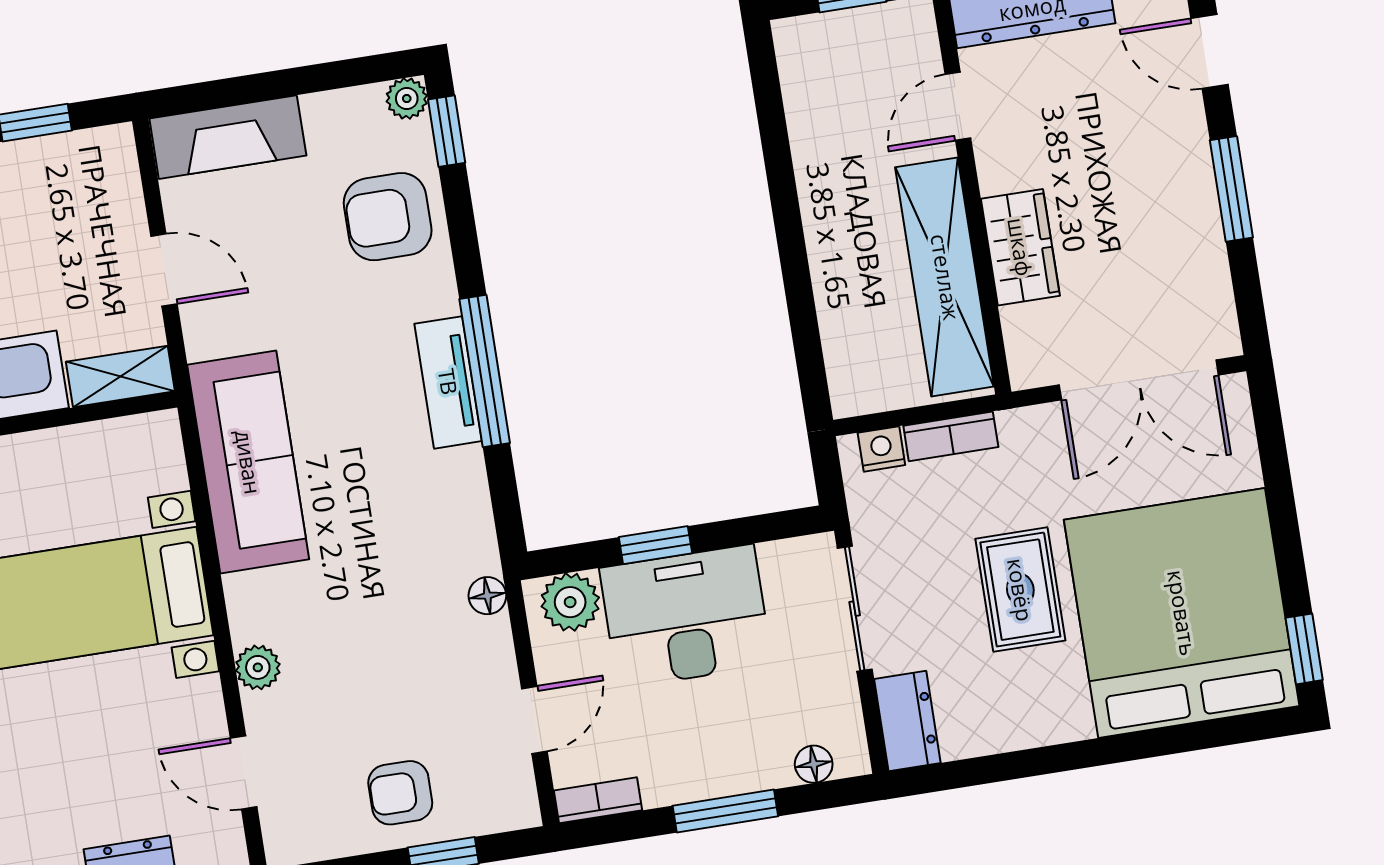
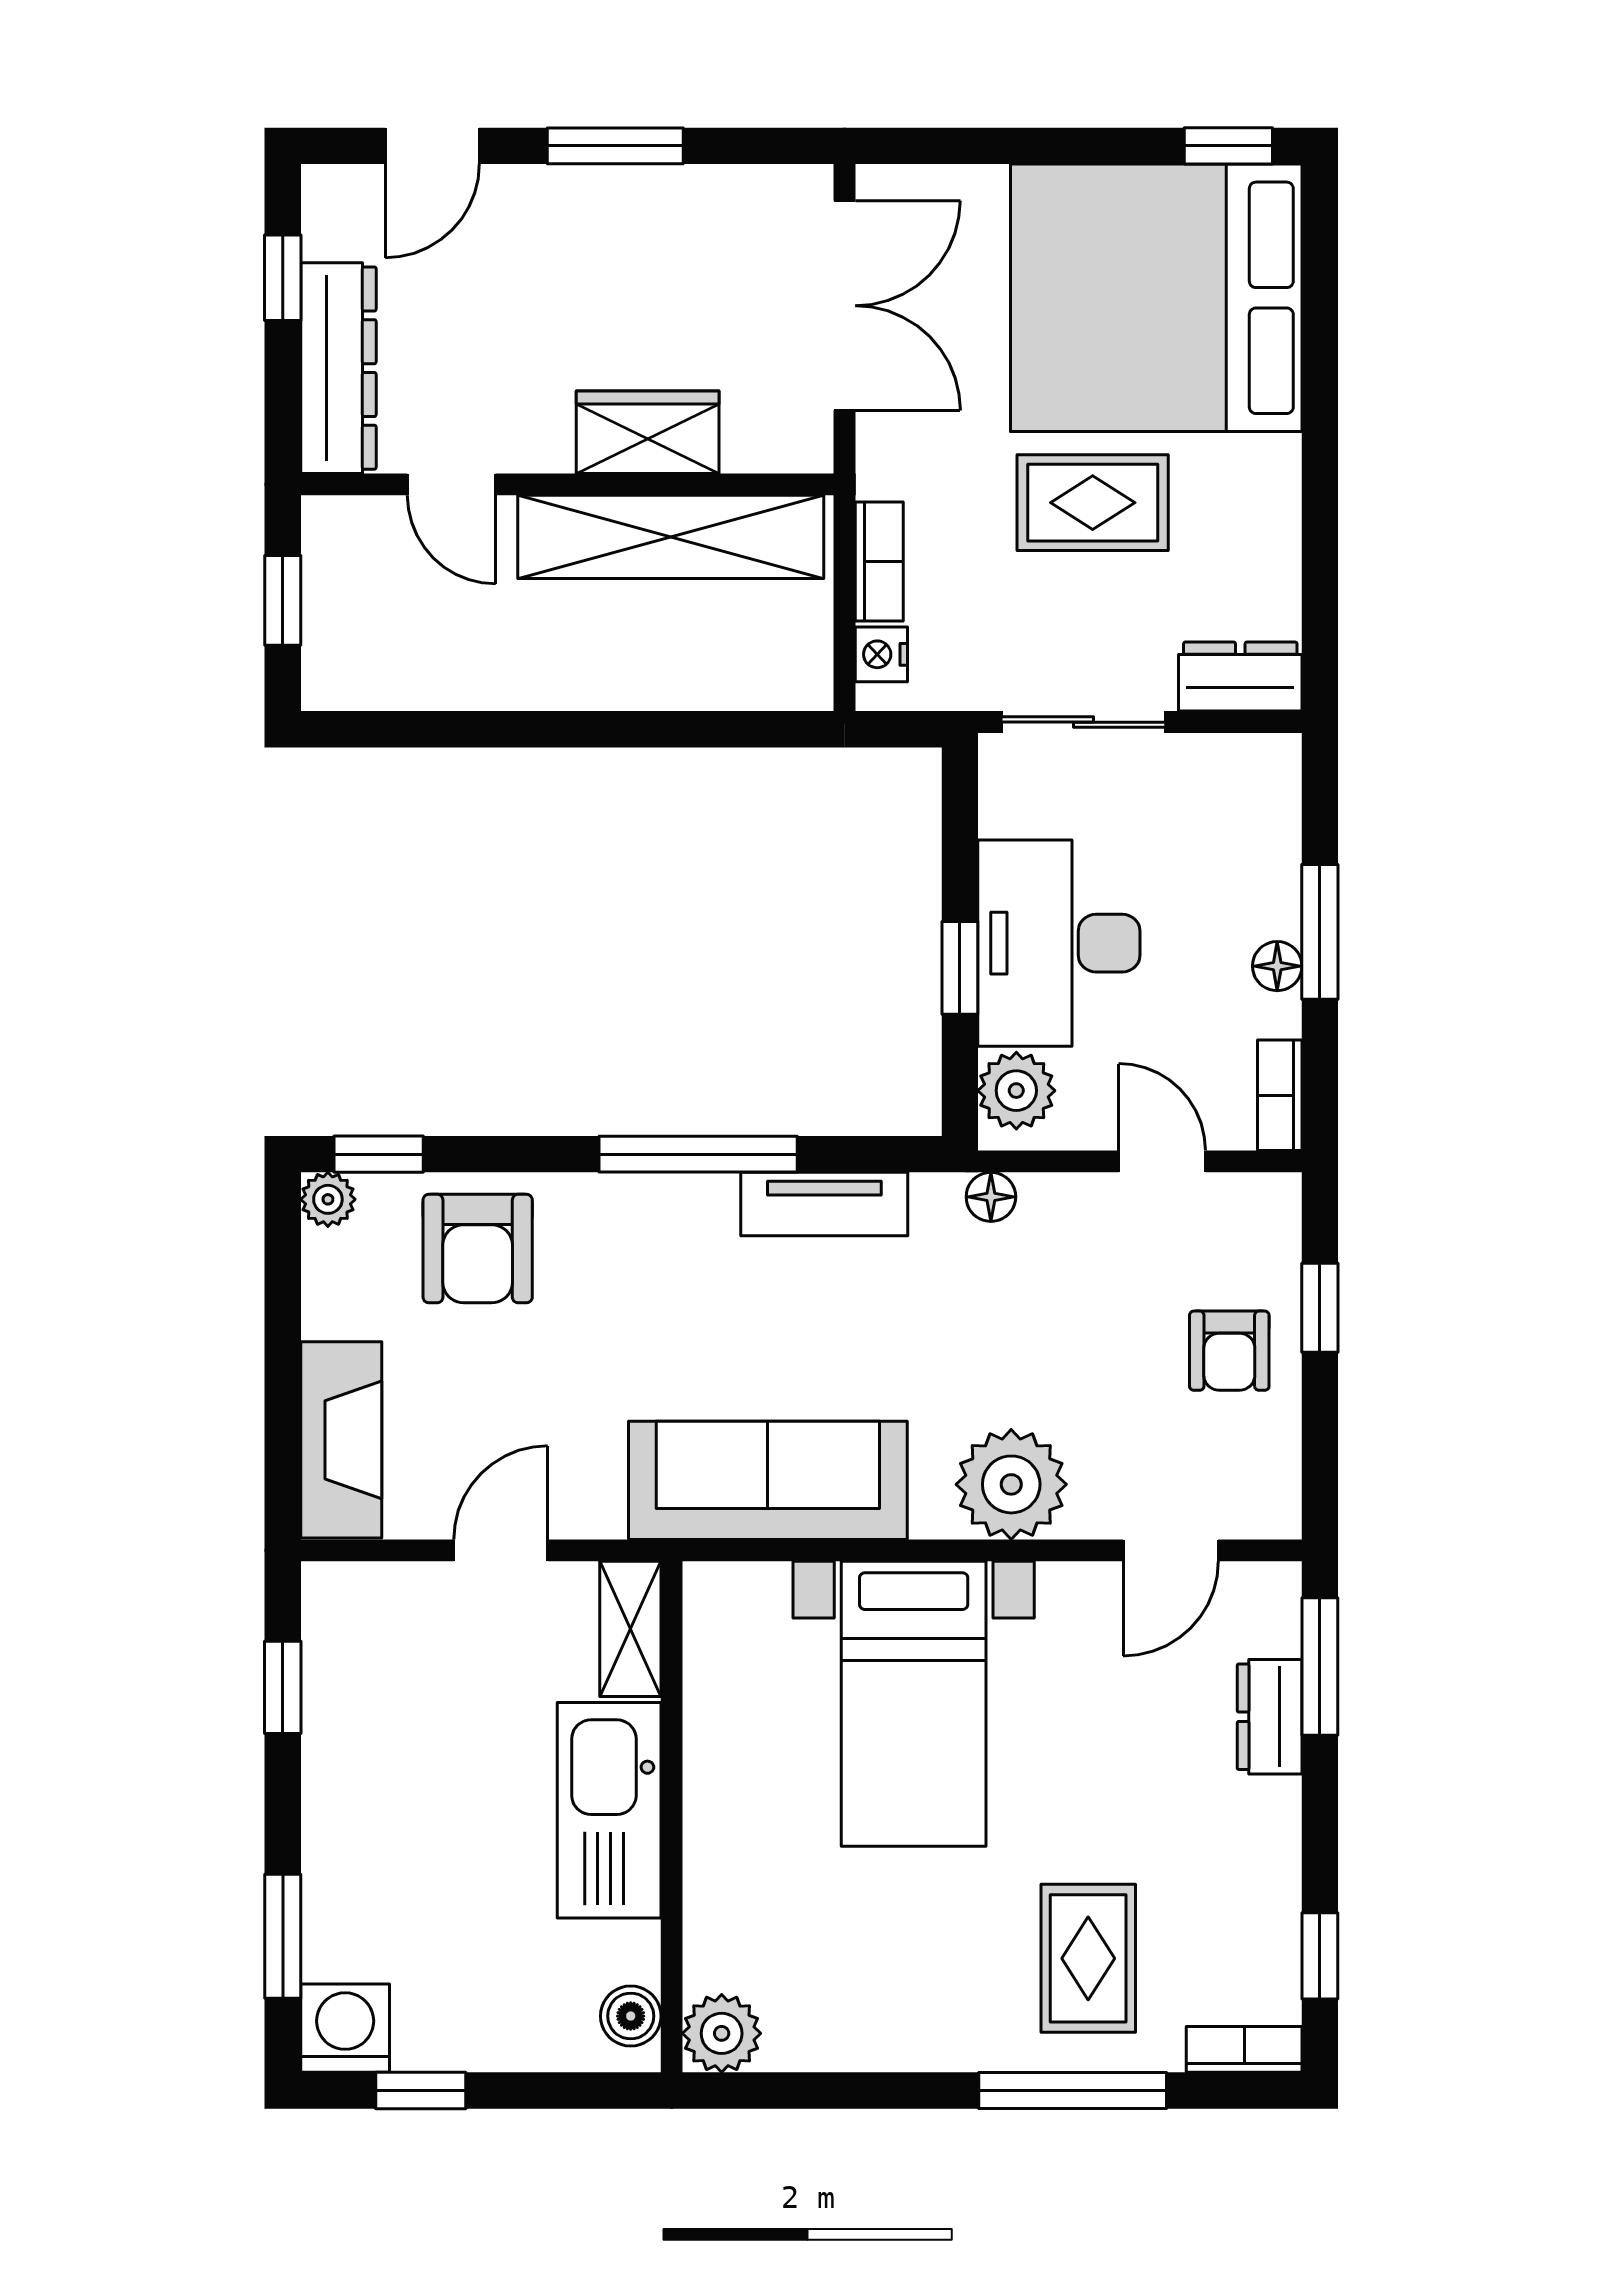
tv unit: (448, 382) -> (824, 1204), moved
plant: (258, 667) -> (1011, 1484), width x1.88, depth x1.88
floor lamp: (814, 764) -> (1277, 966), moved

